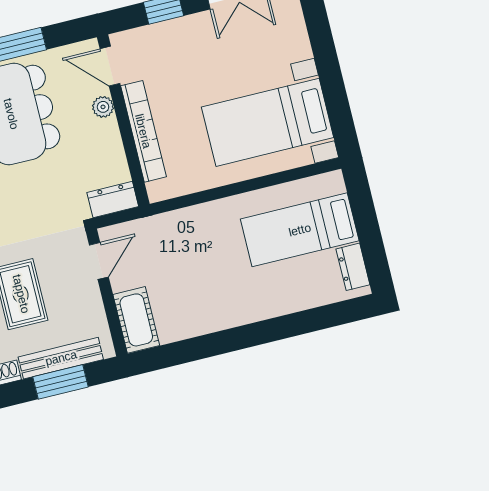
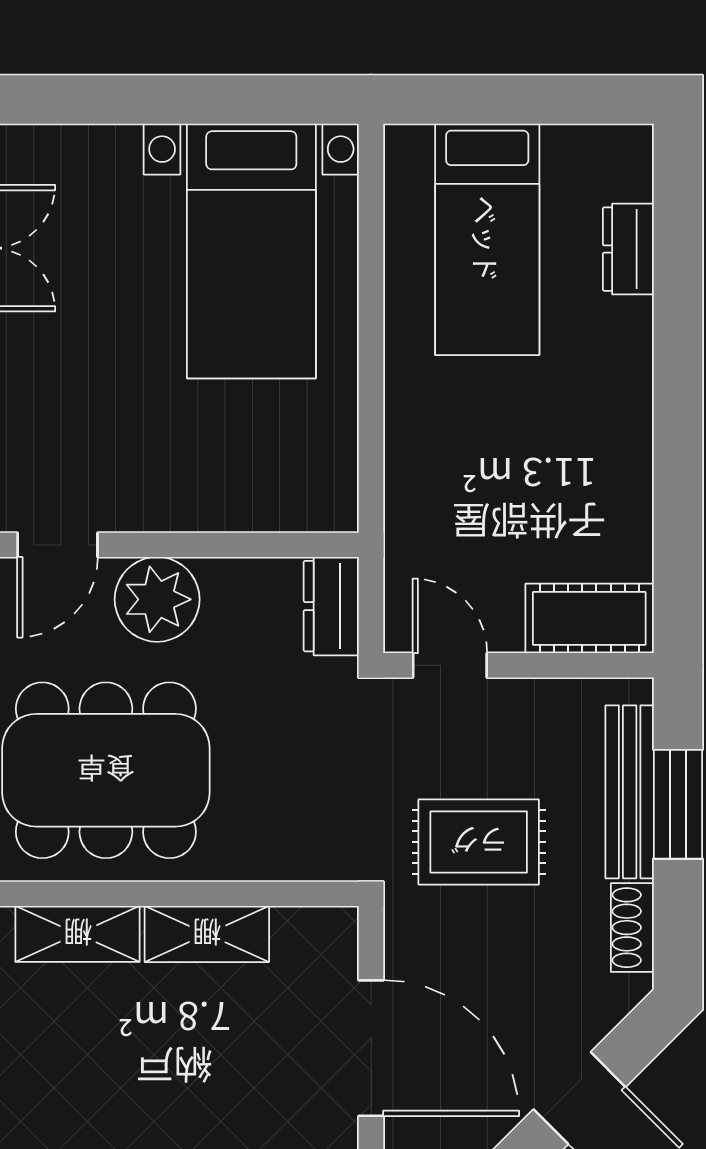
plant: (103, 107) -> (157, 599), width x1.87, depth x1.87
bookcase: (143, 131) -> (208, 509), removed
dresser: (353, 267) -> (628, 249), moved, turned 90

